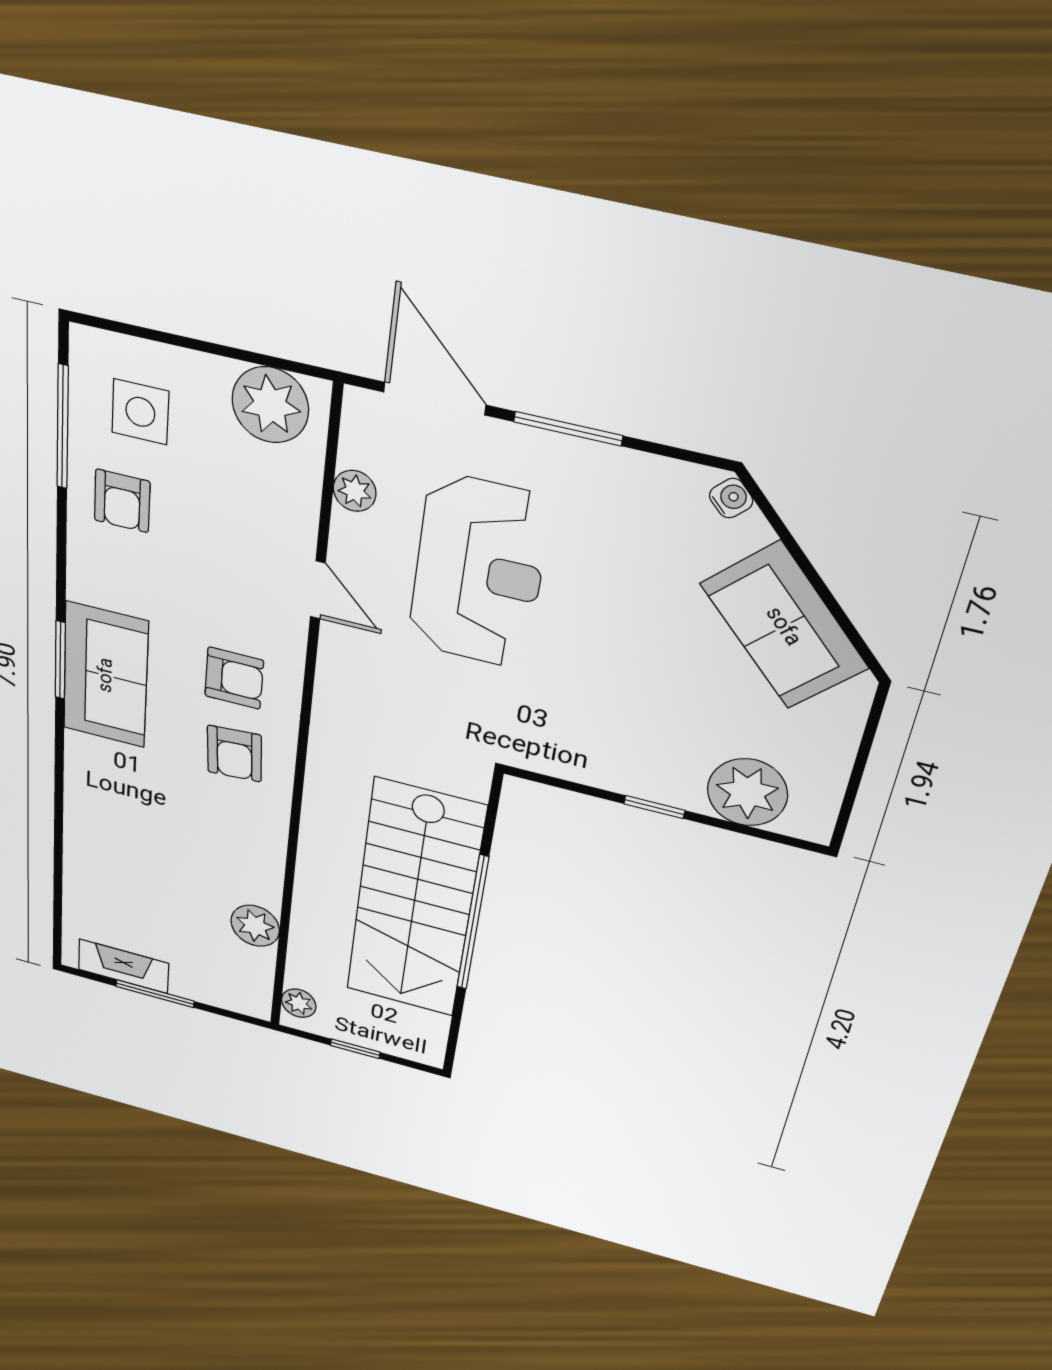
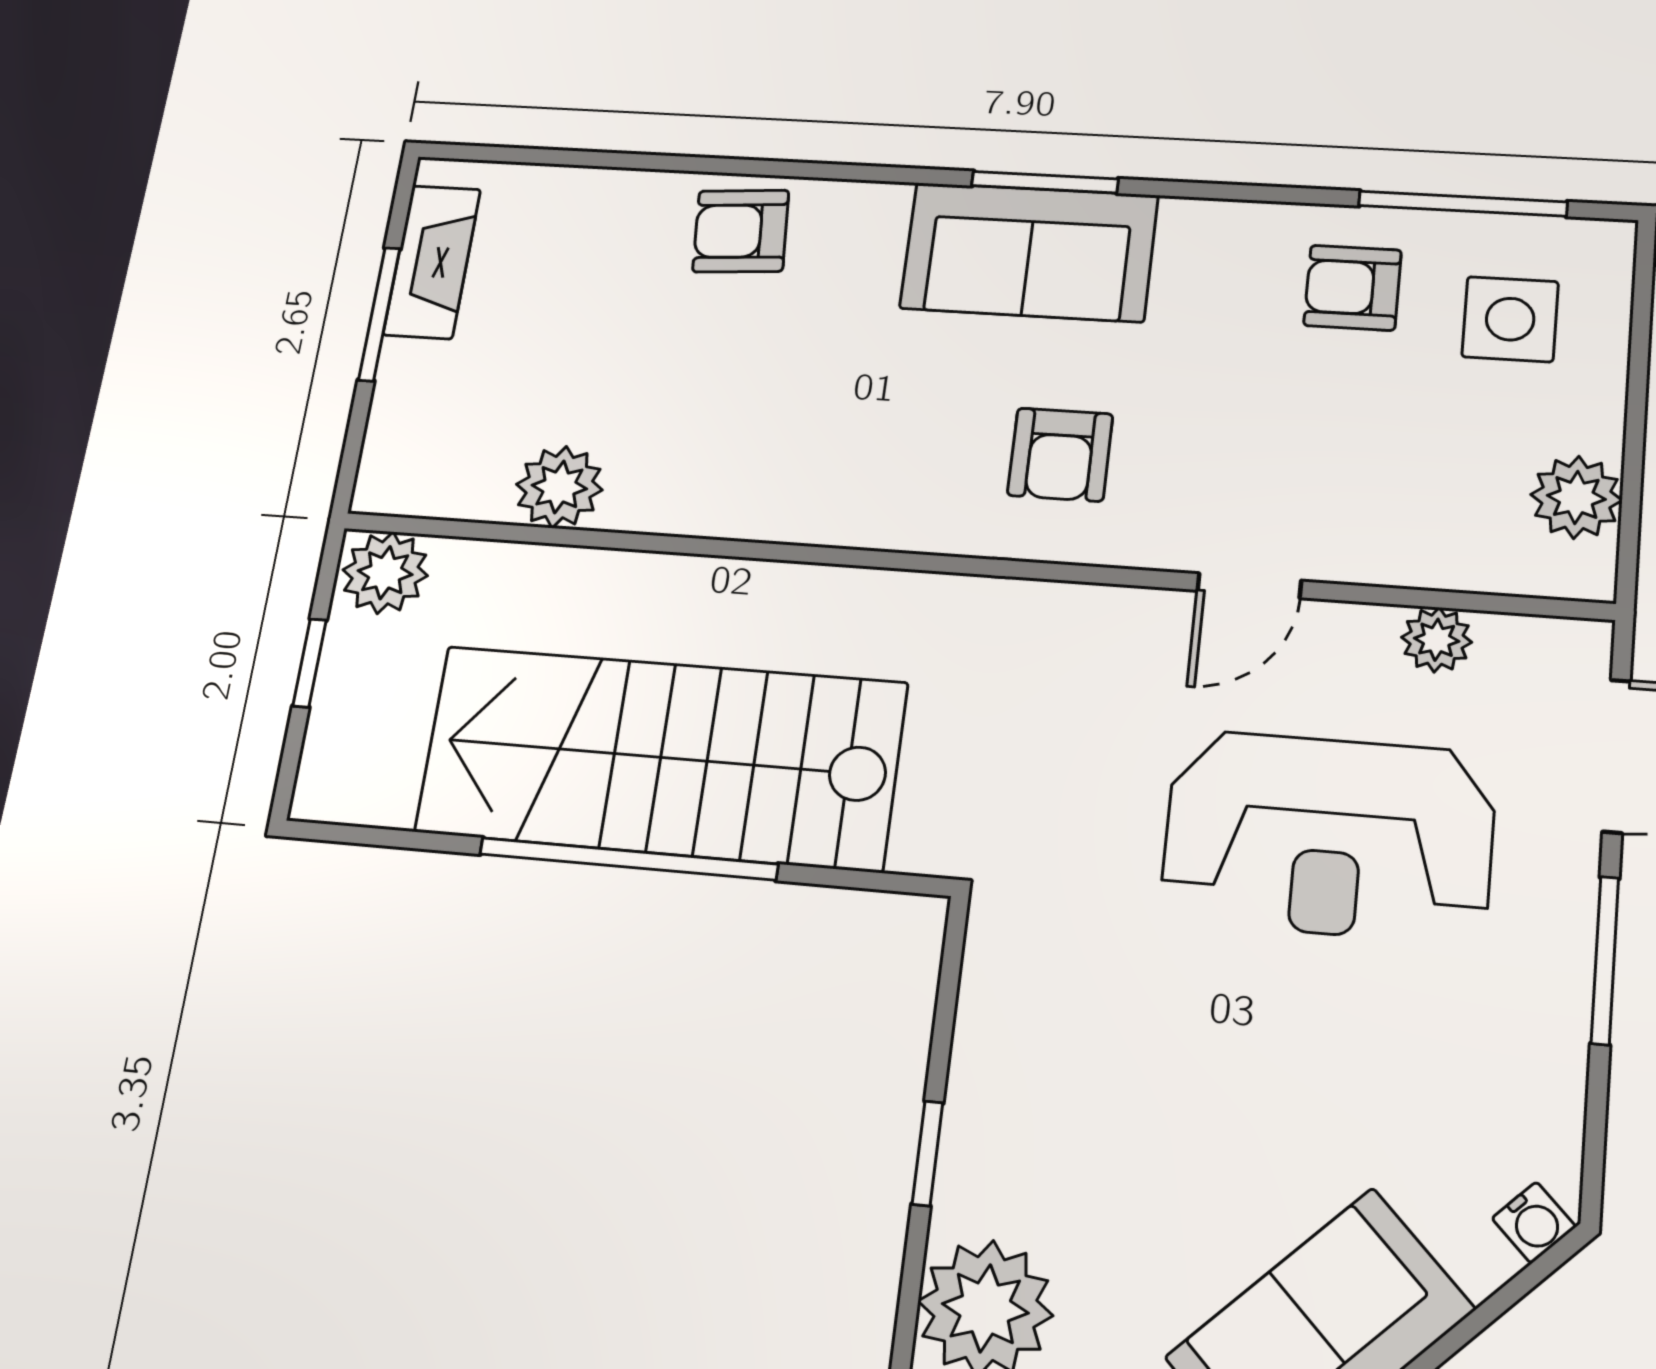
plant: (270, 405) -> (1576, 497), width x0.73, depth x0.73
armchair: (234, 754) -> (741, 231), moved
plant: (299, 1003) -> (385, 573), width x1.38, depth x1.38

